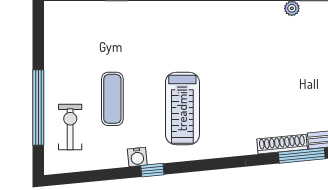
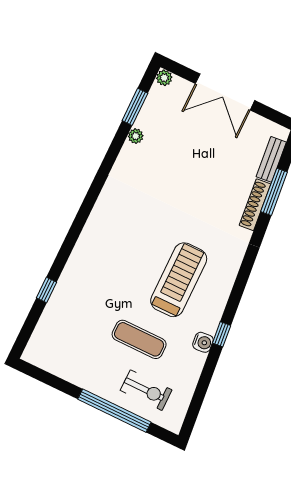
treadmill: (182, 108) -> (179, 280), turned -90
exercise bike: (70, 127) -> (146, 390), turned 180

